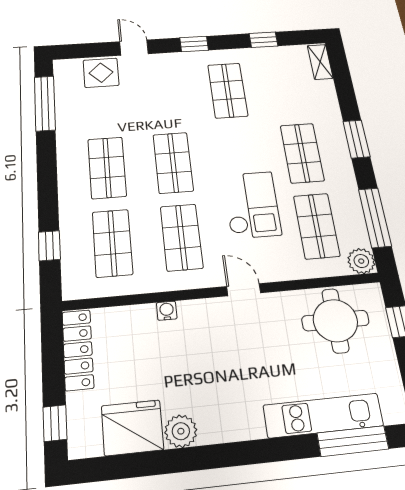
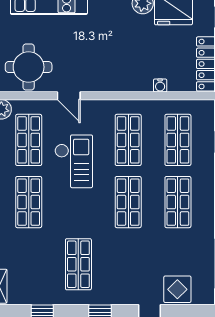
checkout: (252, 205) -> (74, 161), turned 180
door: (244, 290) -> (69, 96), moved
water cooler: (167, 311) -> (160, 85), moved

